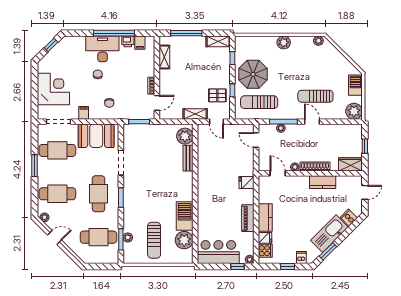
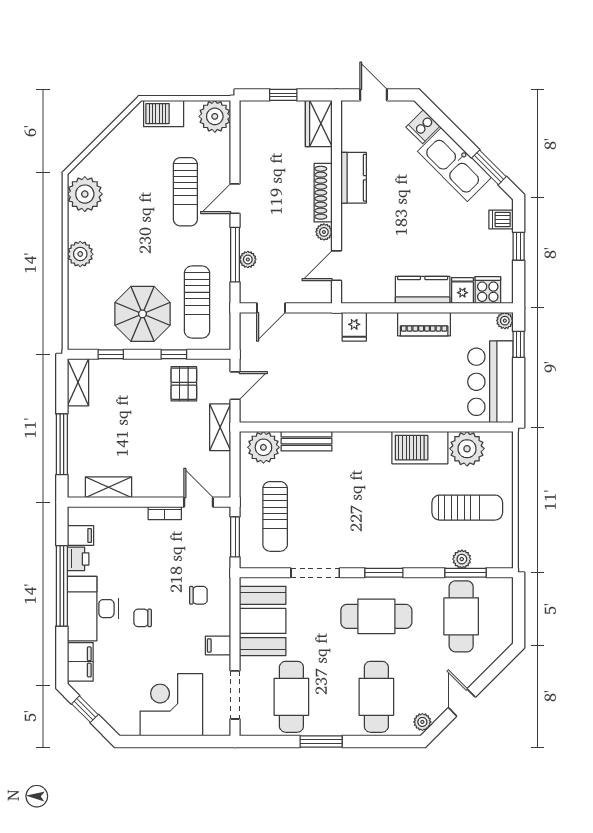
plant: (318, 41) -> (85, 194), width x1.88, depth x1.88
filing cabinet: (75, 43) -> (80, 662), added
sun lounger: (150, 142) -> (275, 516), added

